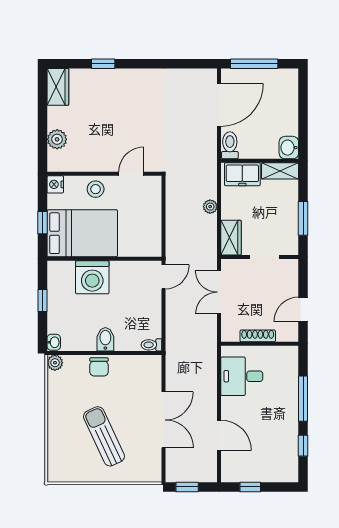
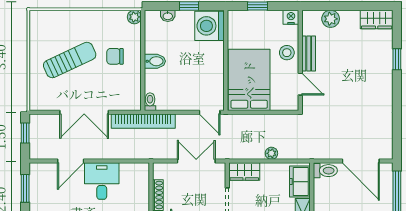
bench: (96, 164) -> (309, 53), added
bed: (82, 233) -> (249, 80), moved, turned 180
washing machine: (92, 277) -> (209, 26), moved
washbasin: (54, 342) -> (168, 16), moved
bookcase: (174, 353) -> (143, 121), added
chair: (99, 367) -> (115, 56), moved
desk: (242, 376) -> (102, 181), moved
window: (250, 487) -> (25, 188), width x1.50

